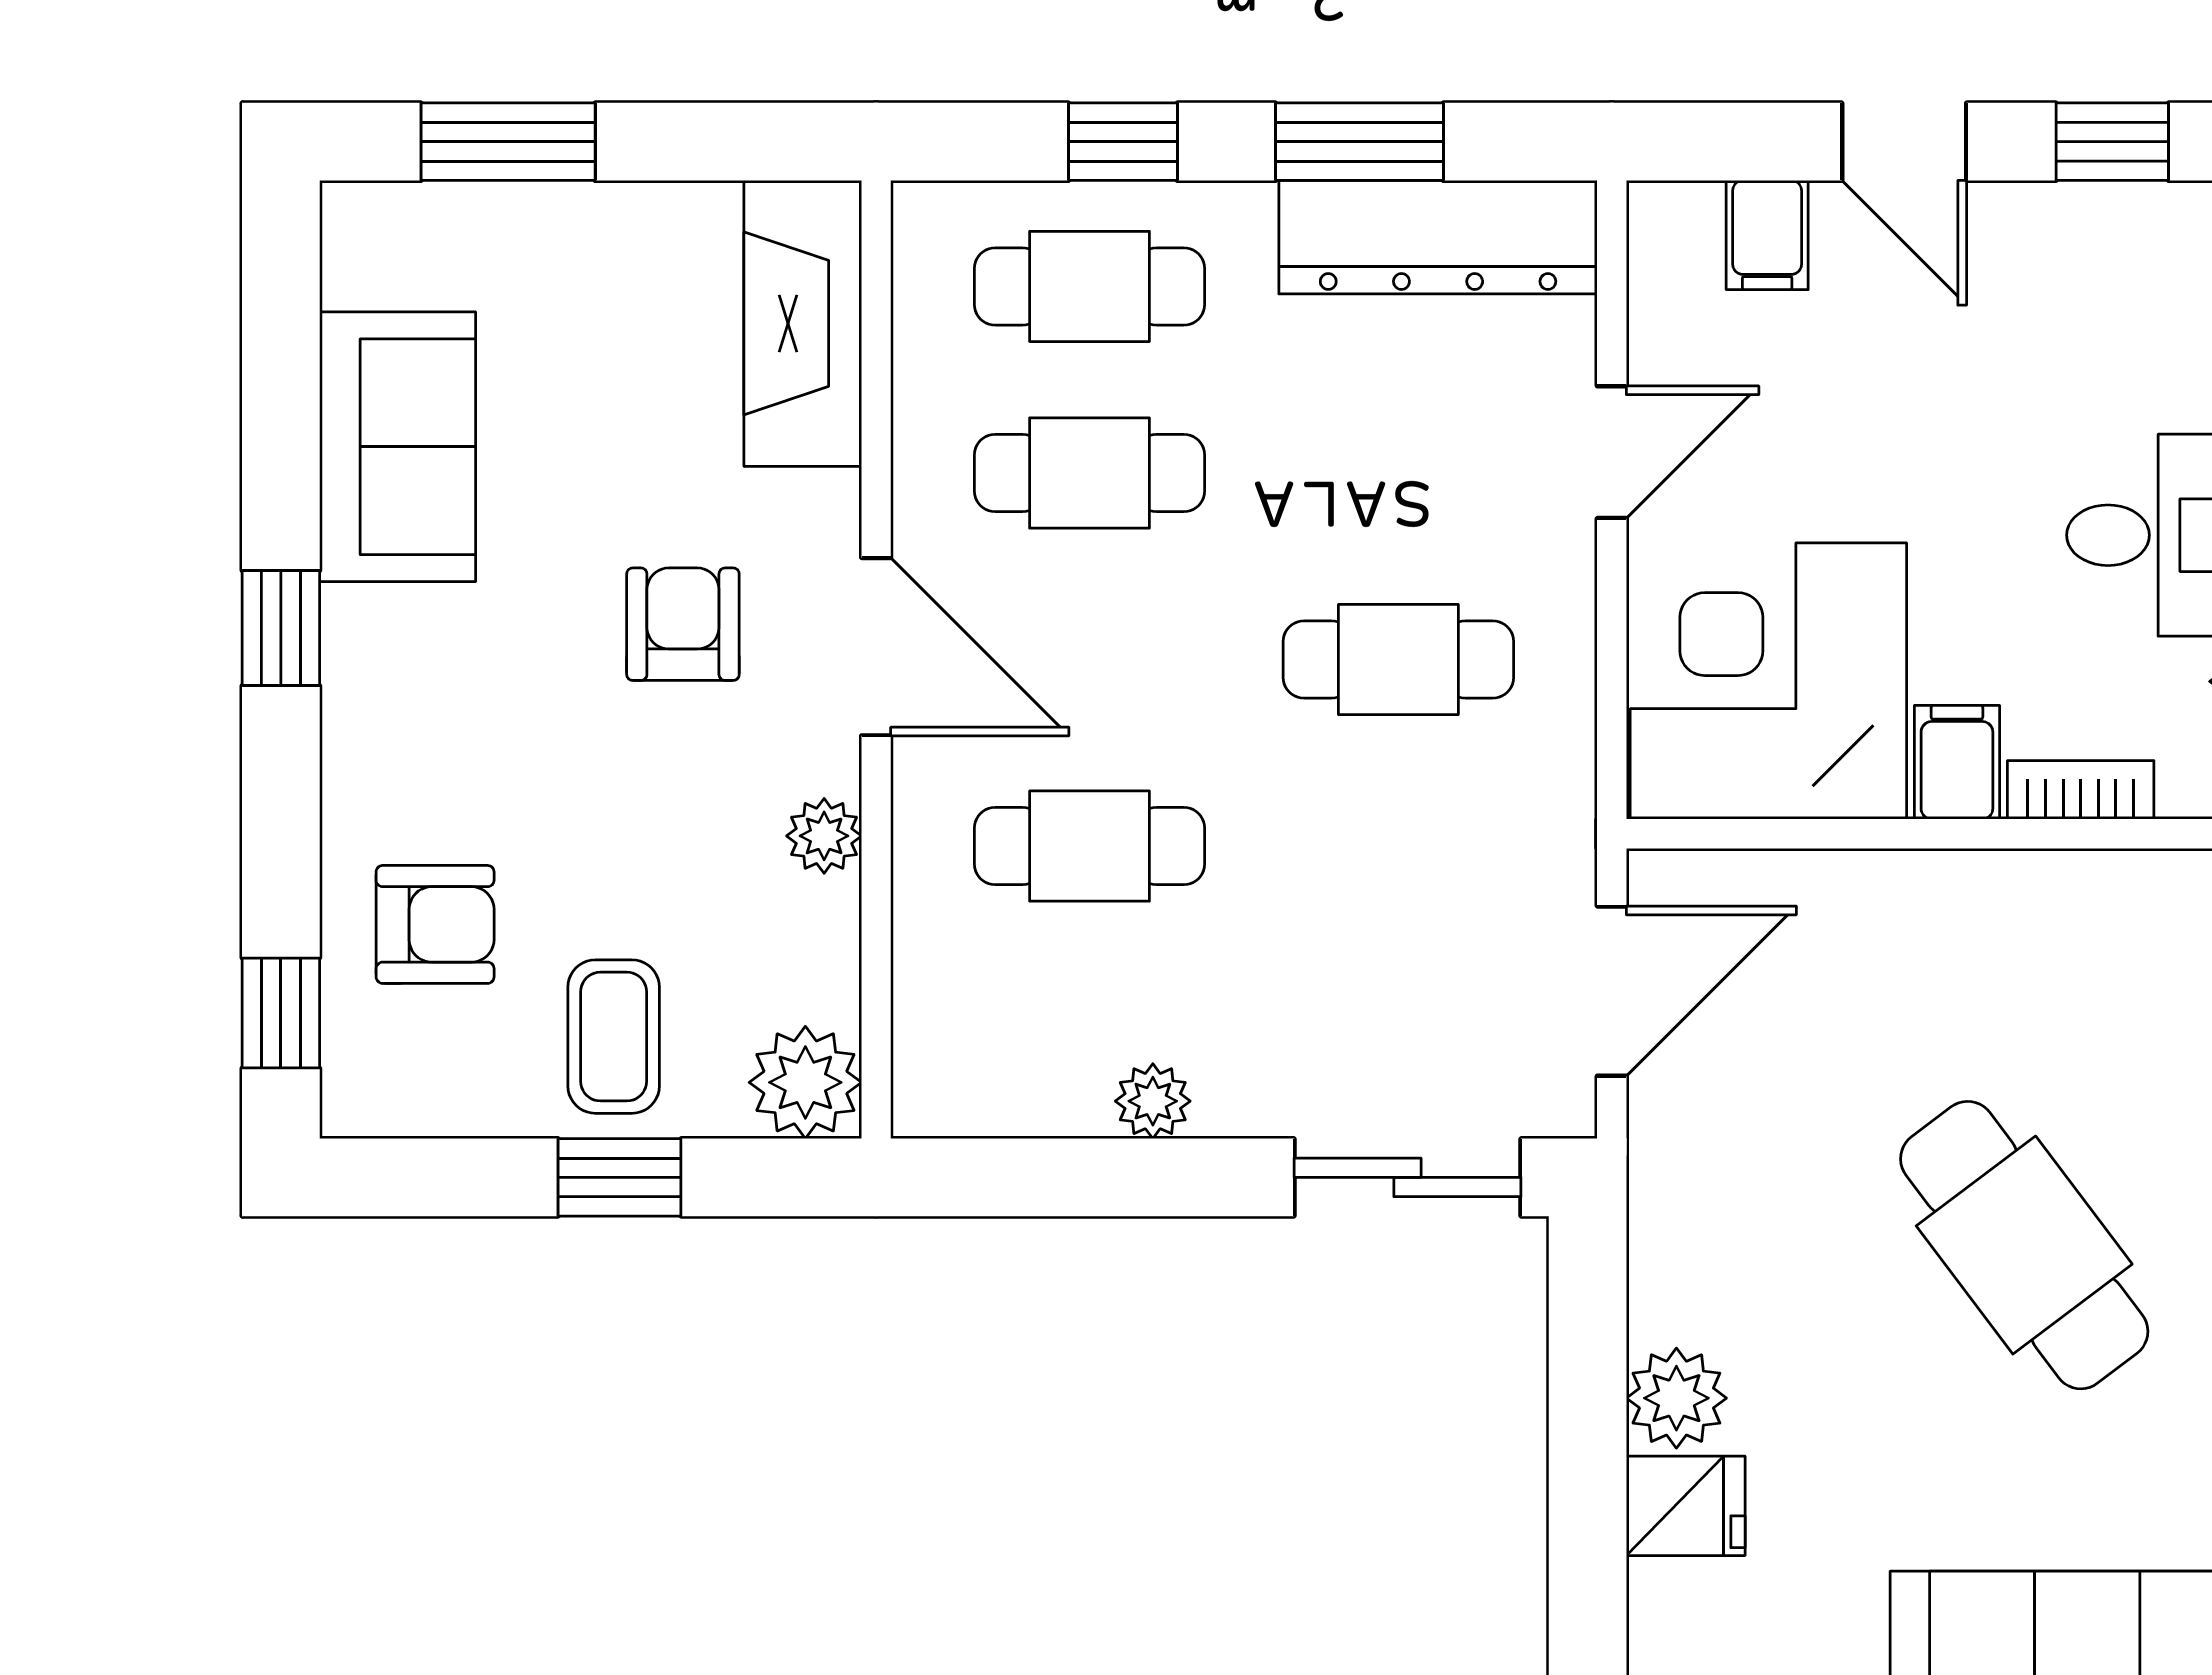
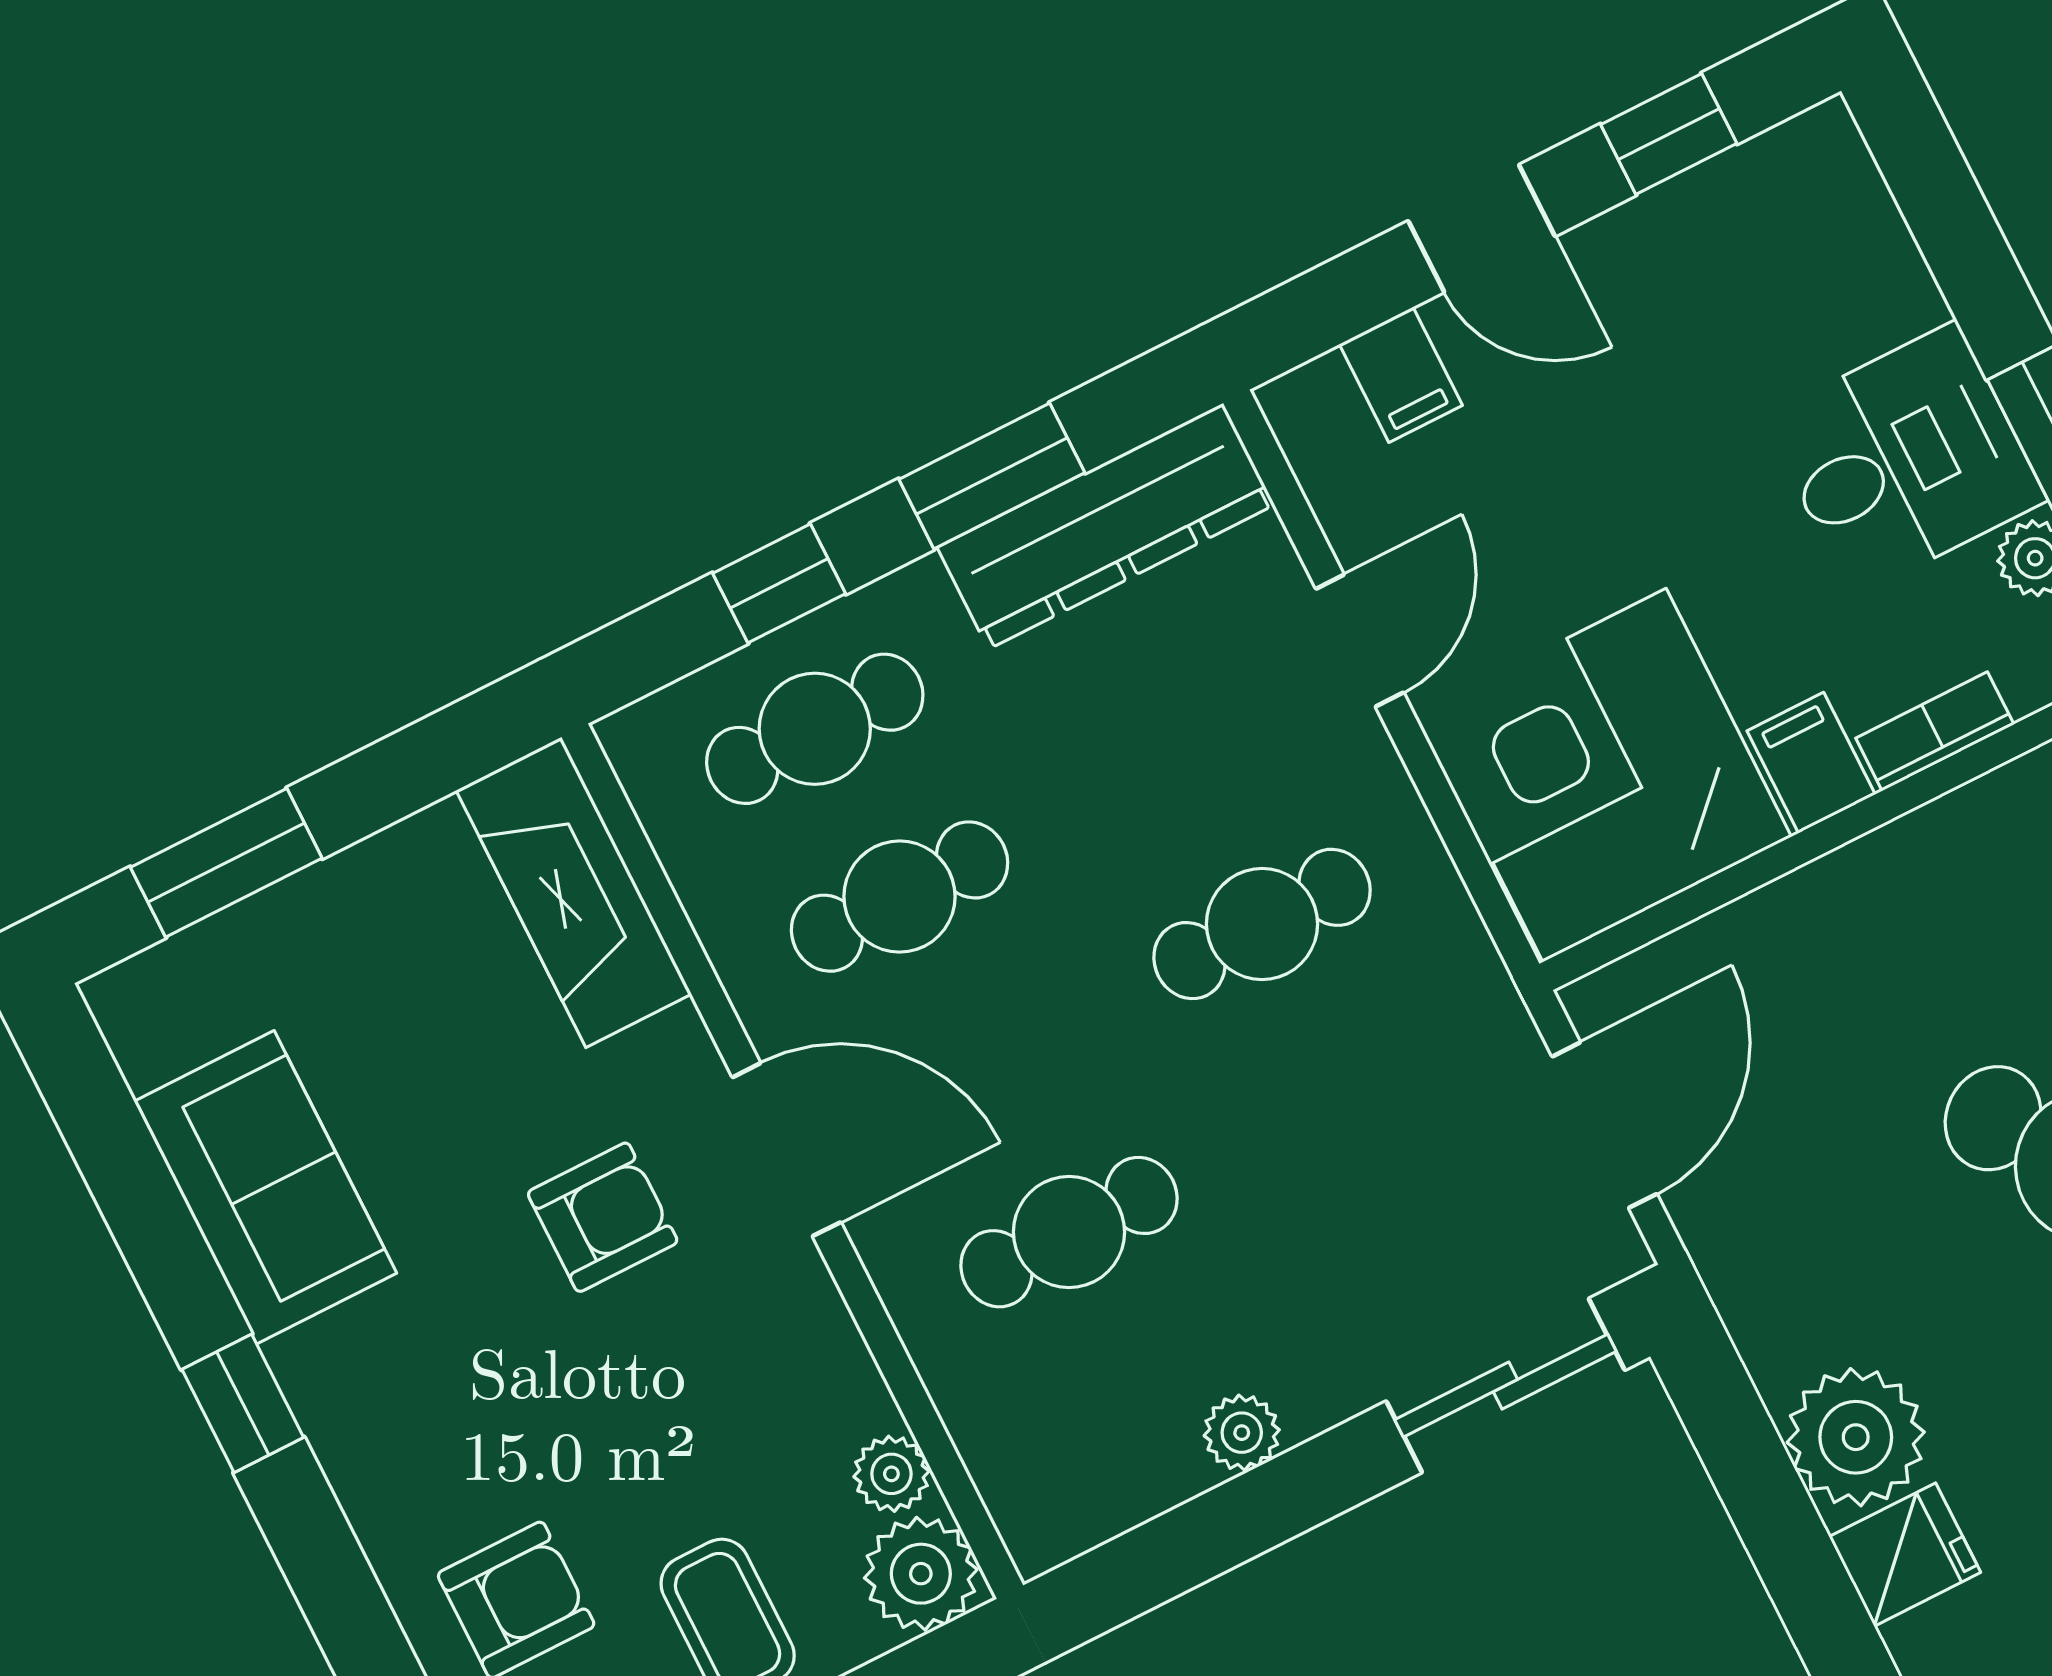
armchair: (683, 624) -> (603, 1217), turned 90
plant: (824, 836) -> (891, 1474), moved
plant: (1676, 1398) -> (1856, 1437), width x1.36, depth x1.36

